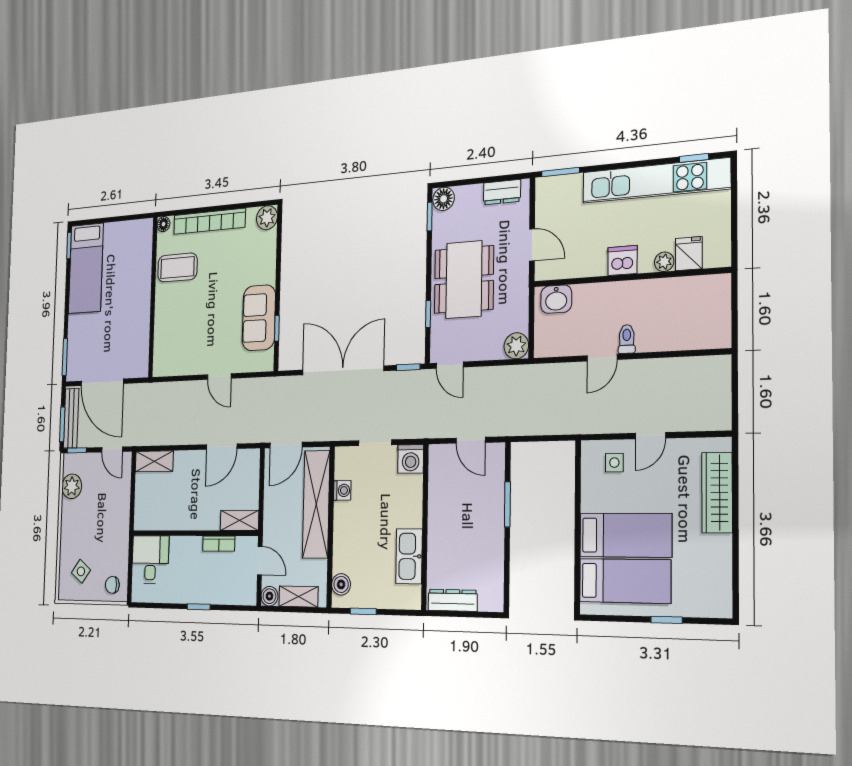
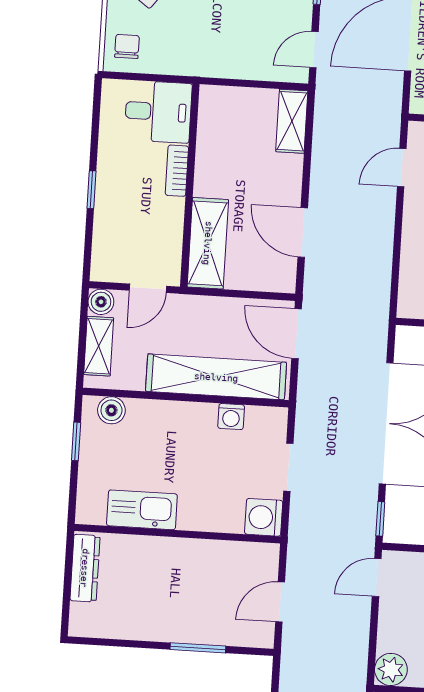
door: (219, 376) -> (402, 168), moved
shelving: (239, 520) -> (208, 243), width x1.50, depth x1.33
bookcase: (219, 544) -> (177, 171), moved

